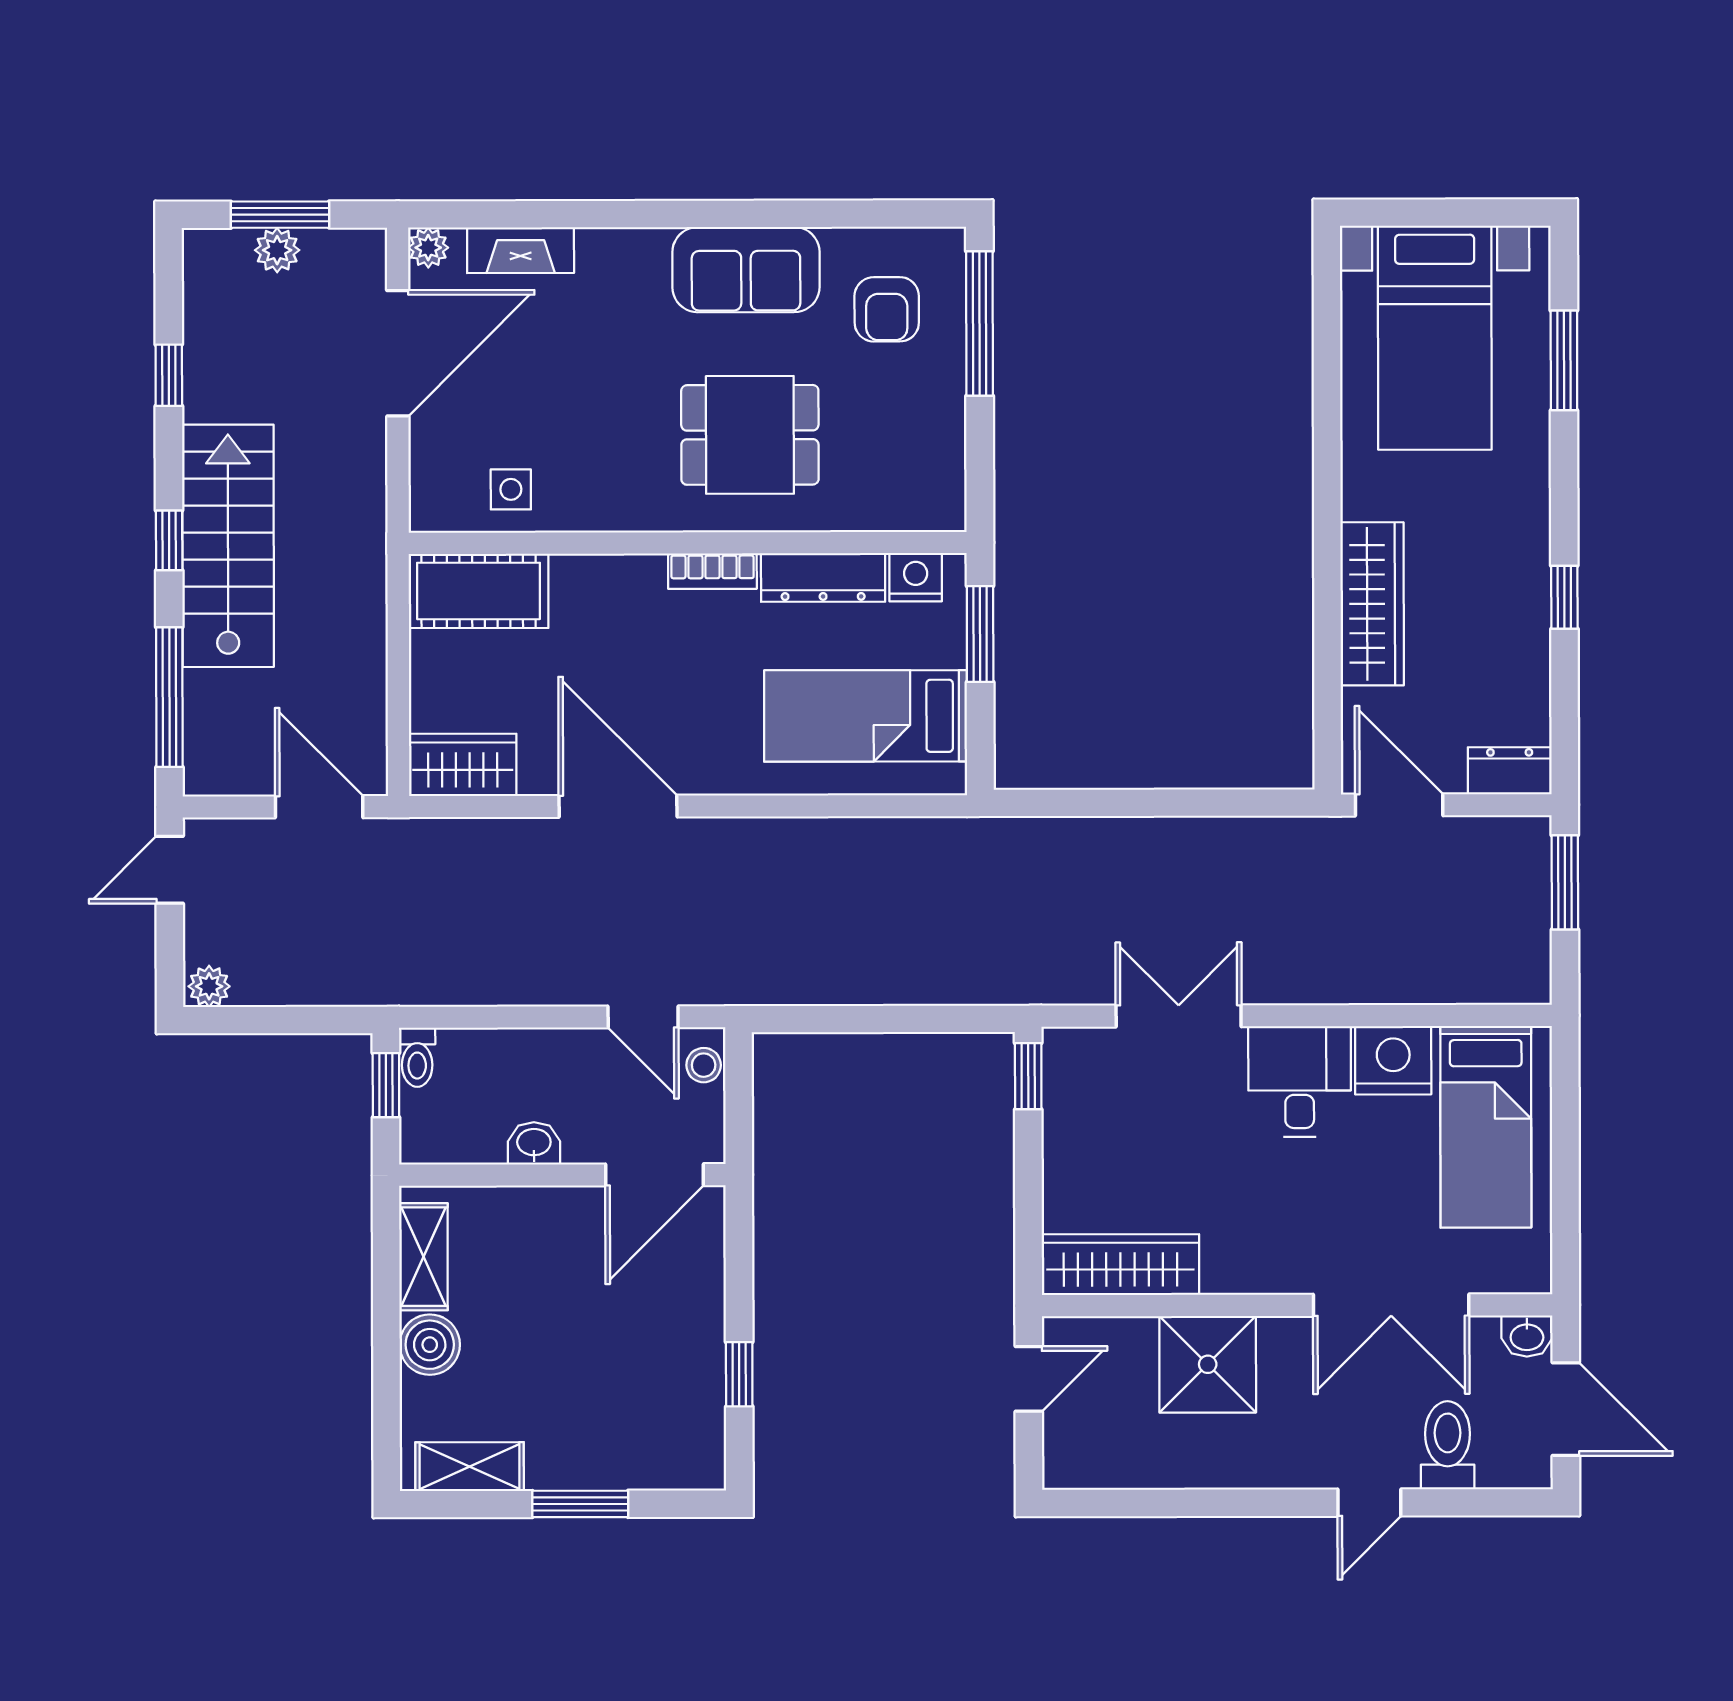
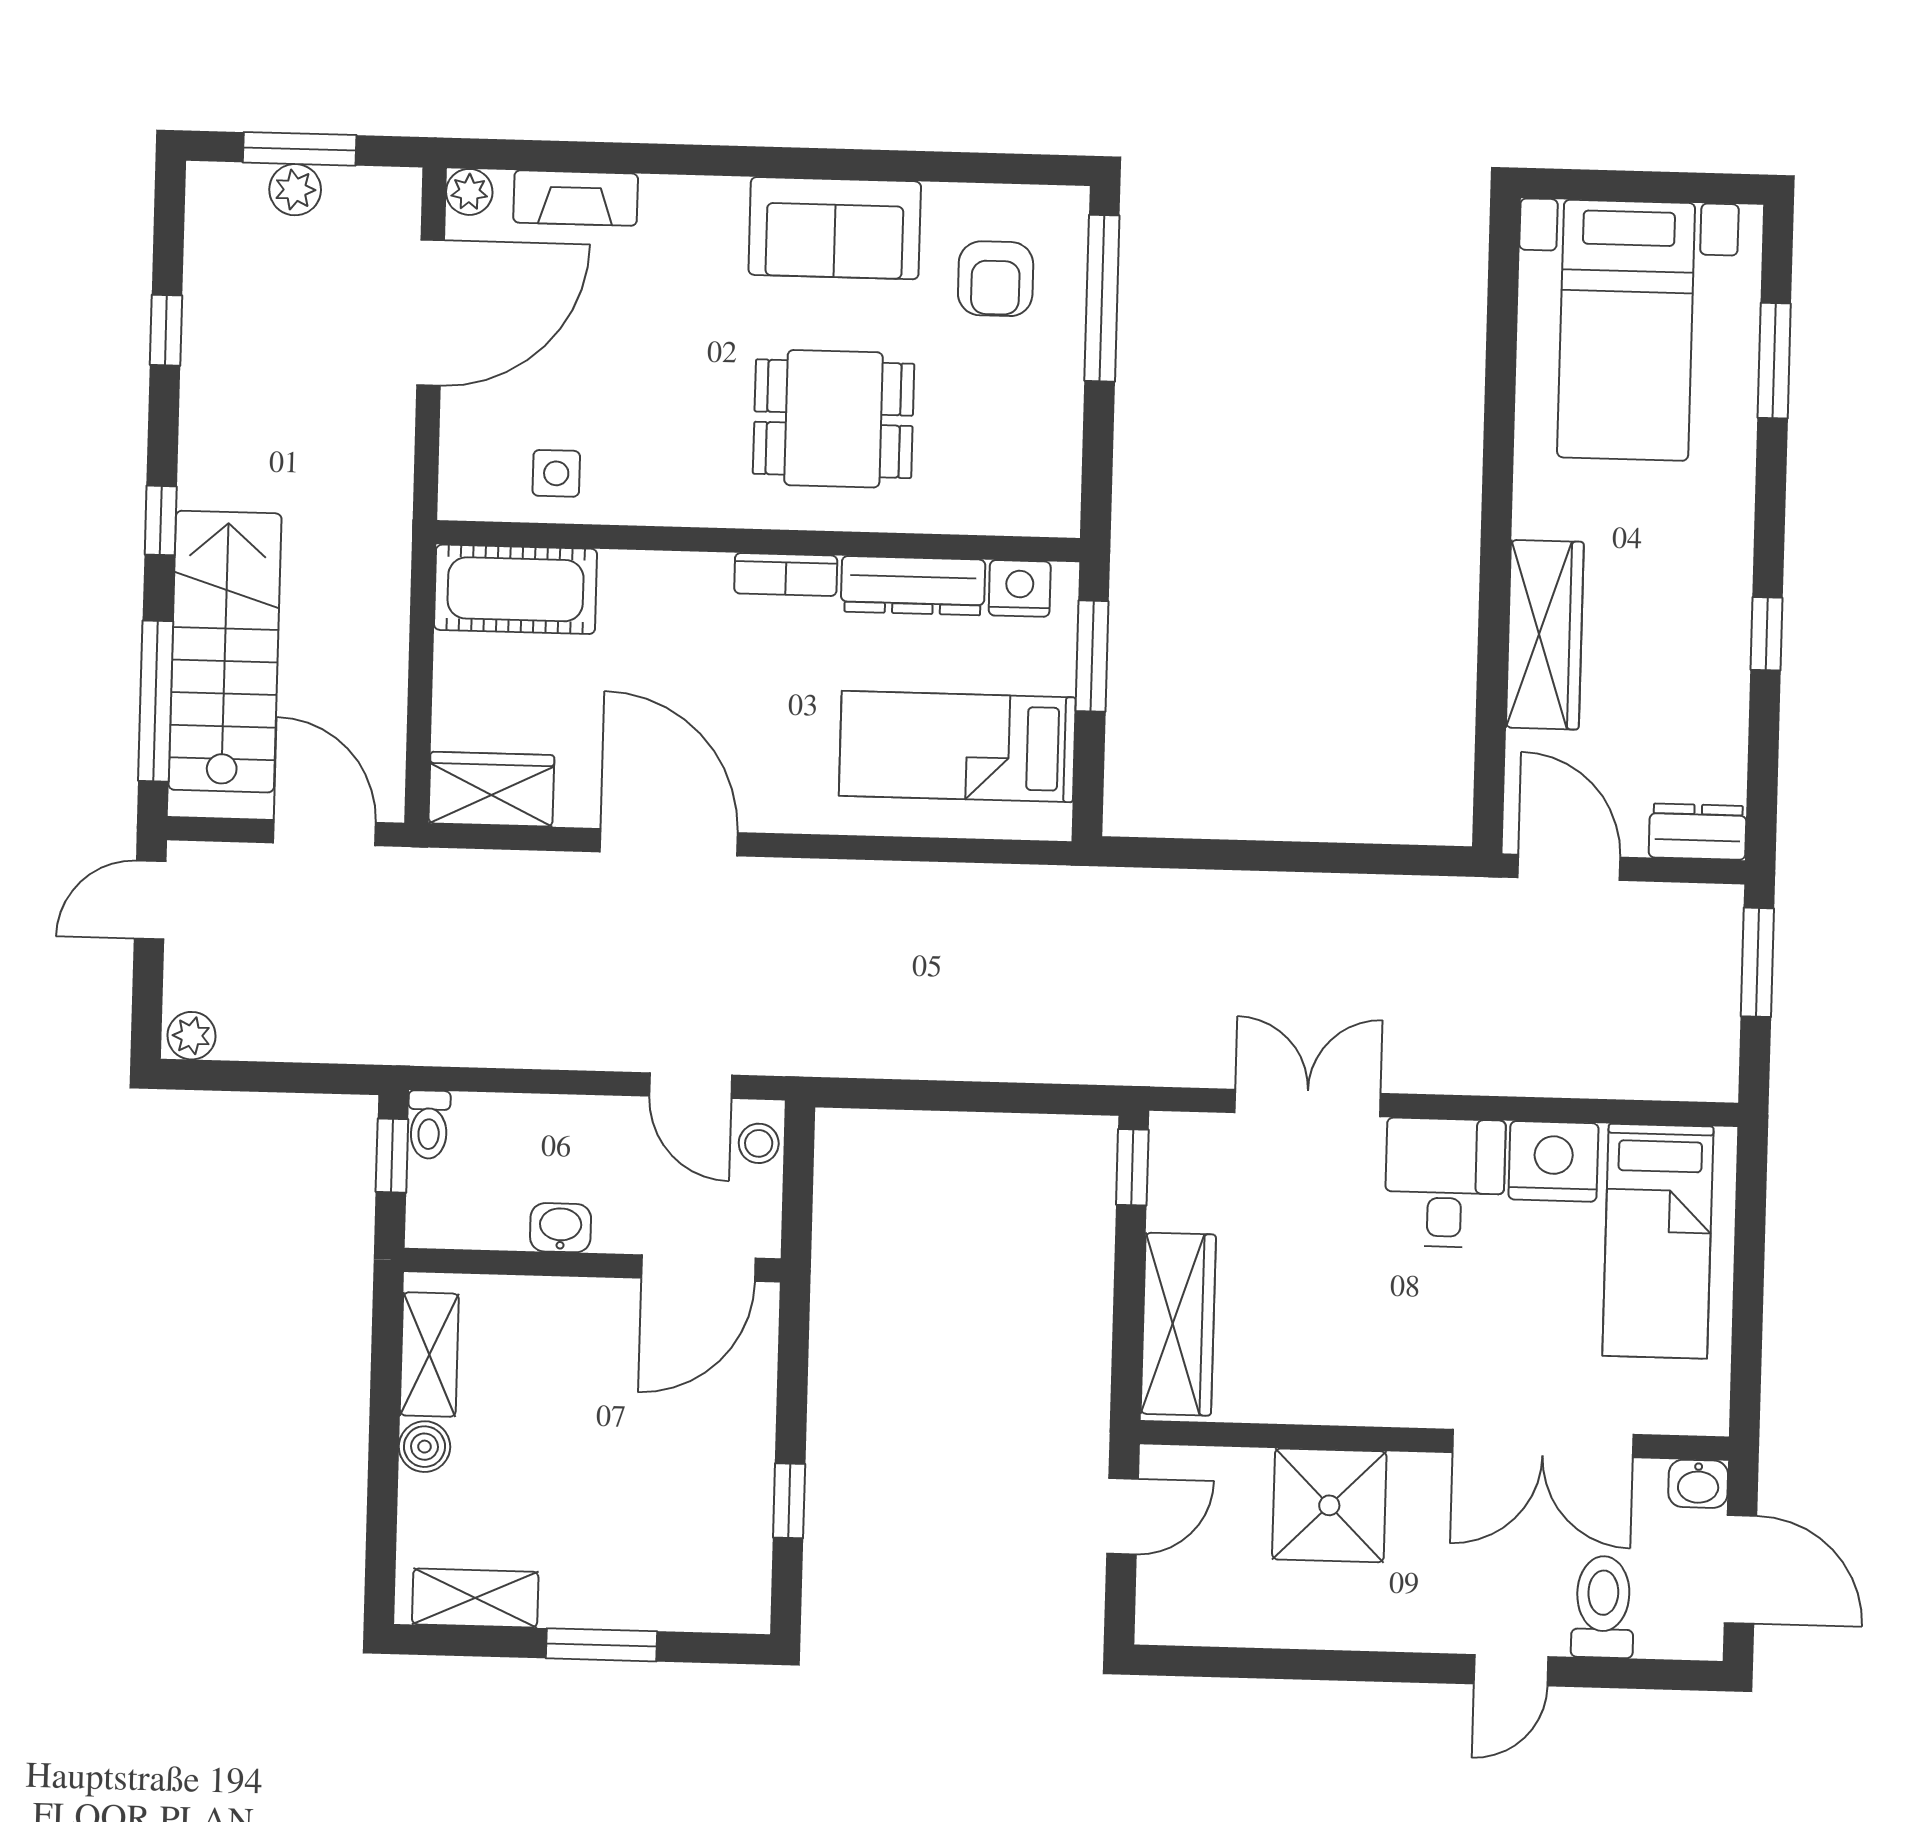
stairs: (228, 546) -> (225, 652), moved
wardrobe: (1120, 1265) -> (1178, 1324), moved, turned 90
boiler: (430, 1345) -> (424, 1447), width x0.73, depth x0.73

